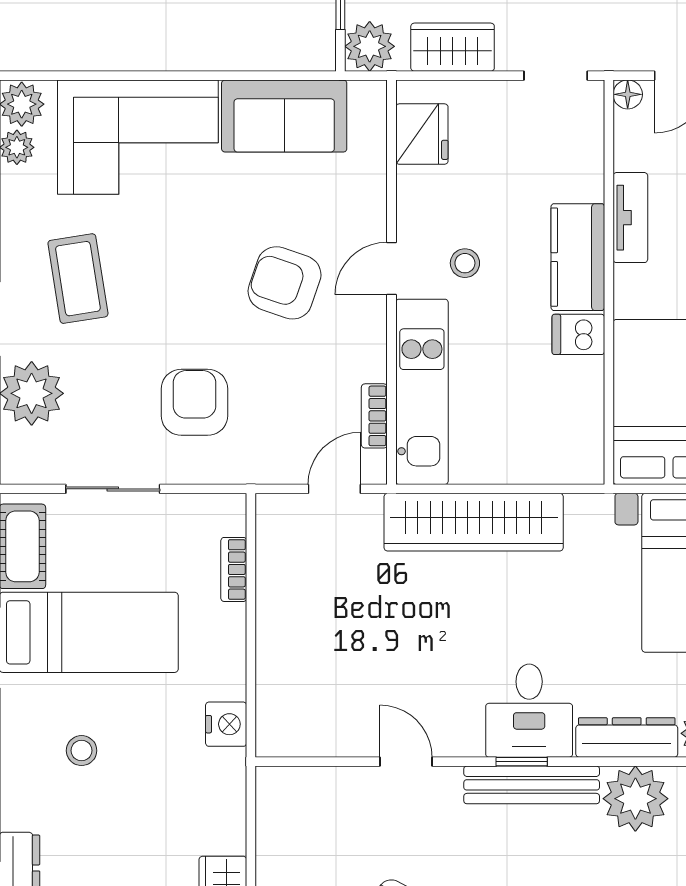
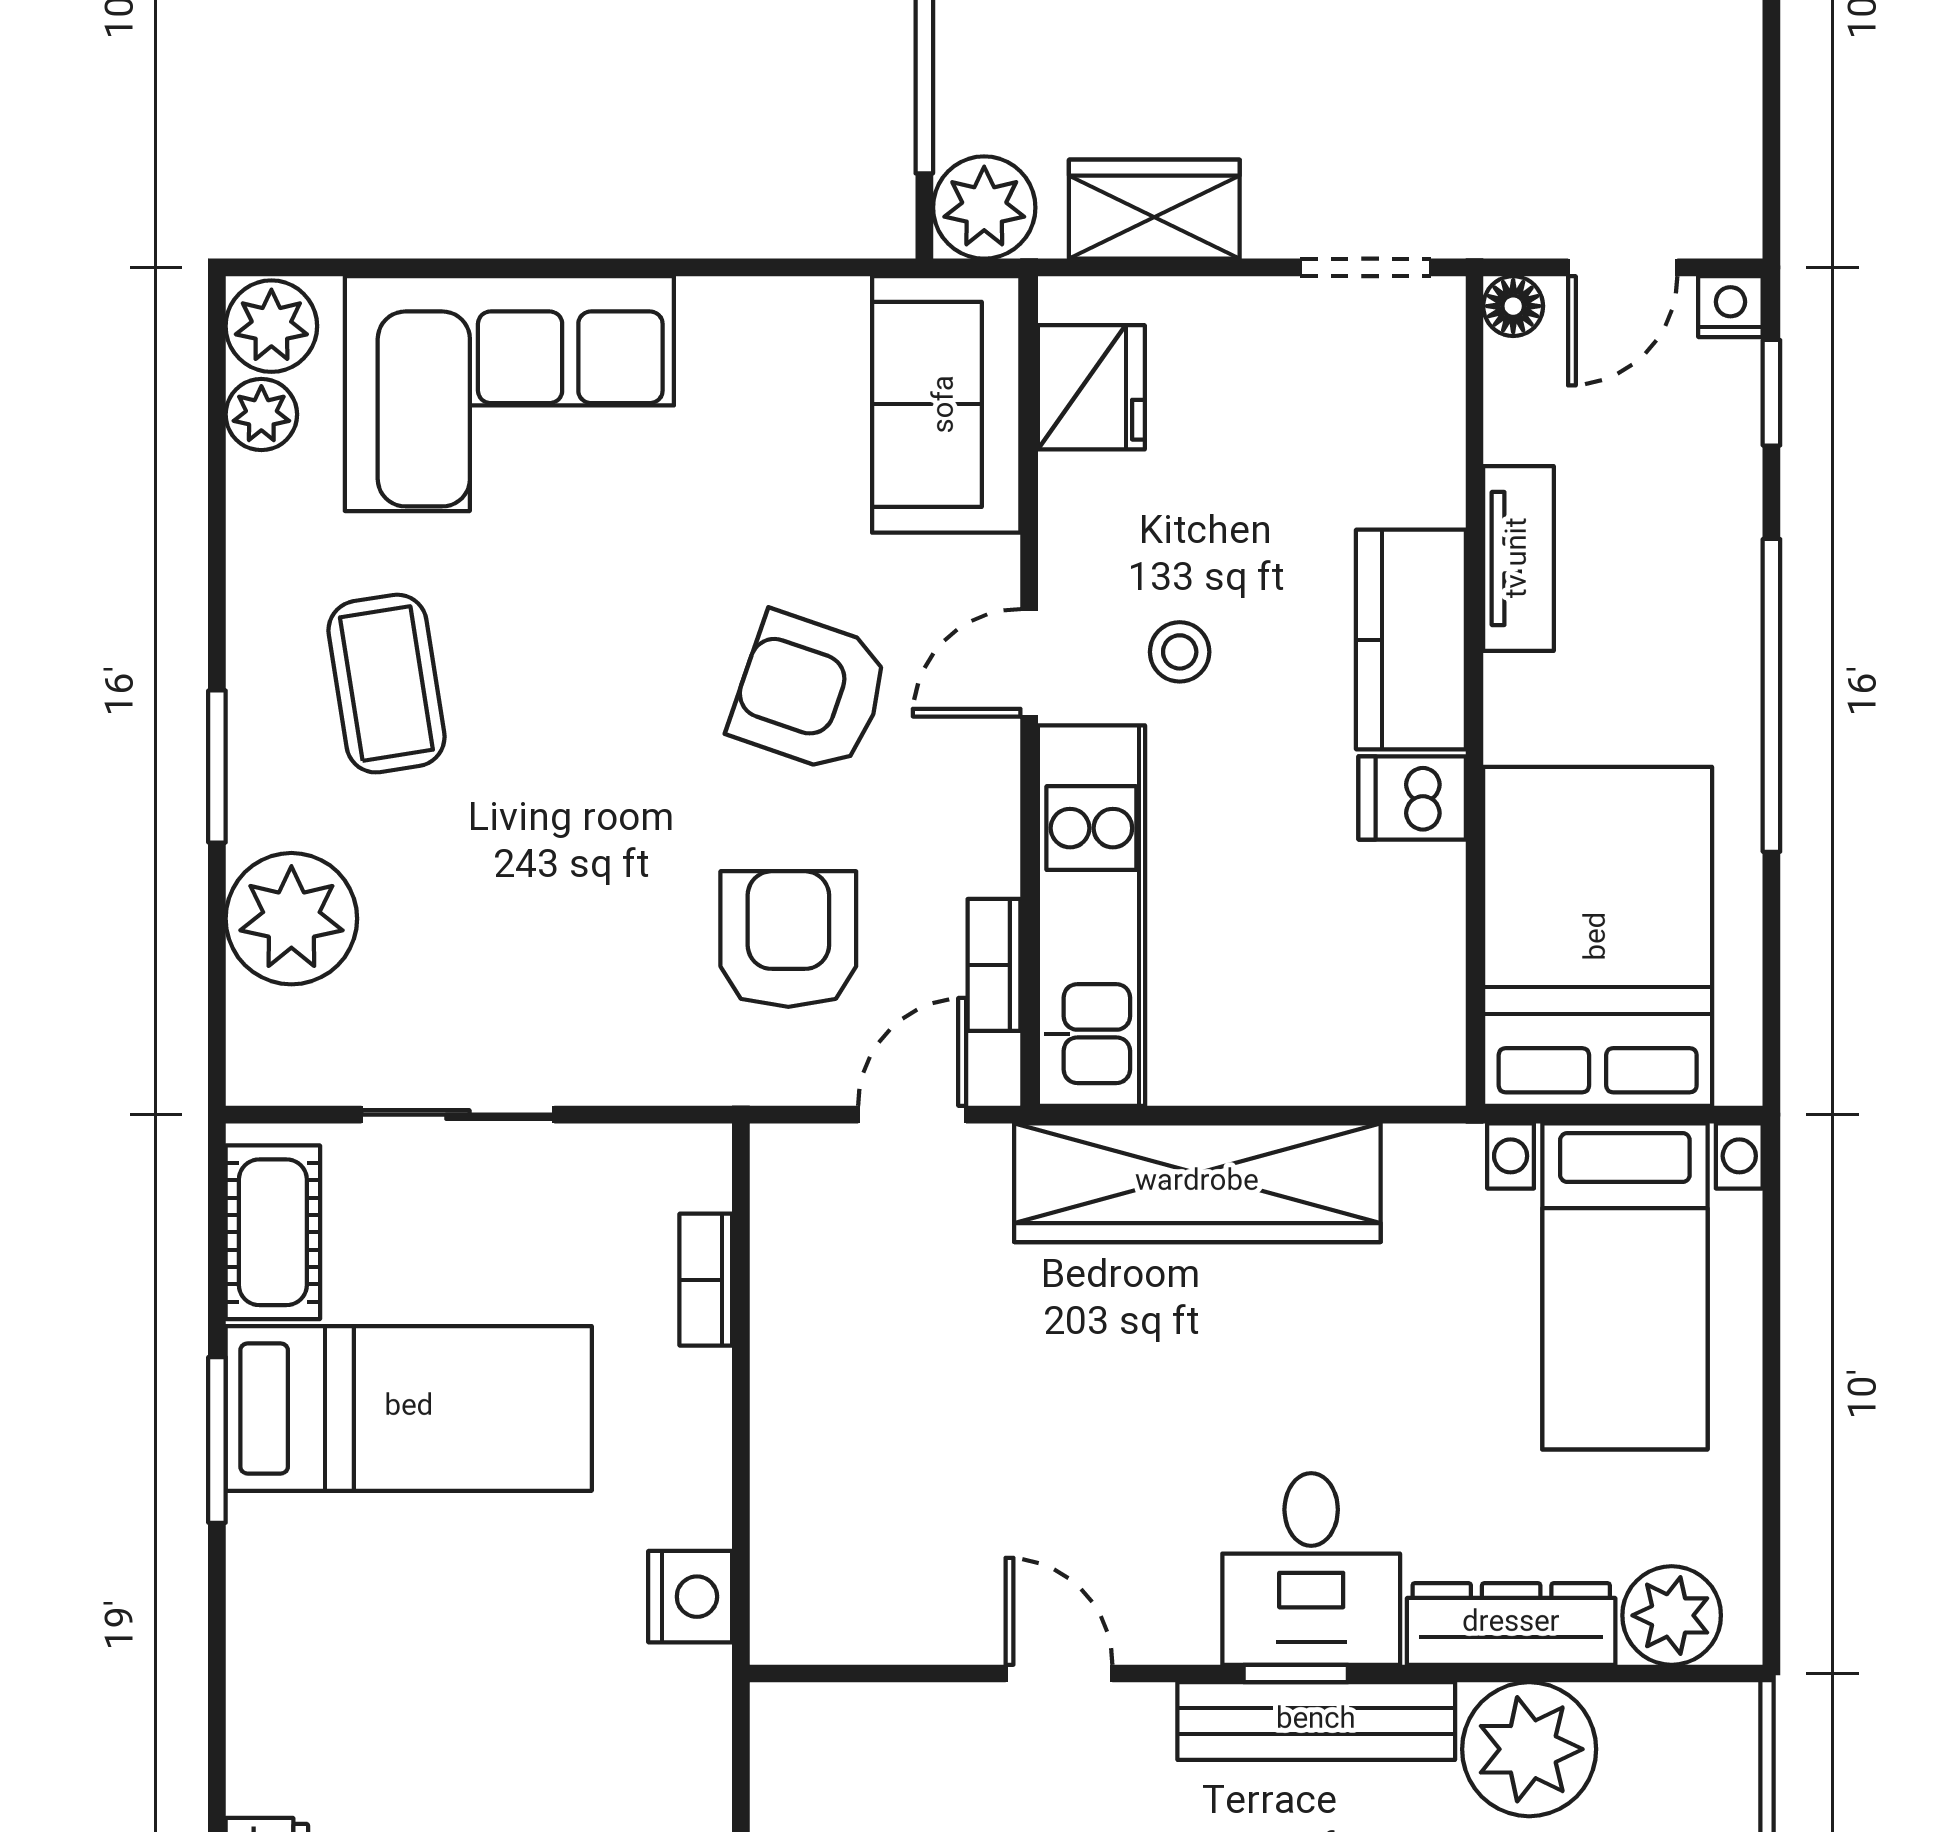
sofa: (284, 116) -> (946, 404), moved, turned 90
armchair: (194, 402) -> (788, 939), moved
stool: (82, 751) -> (394, 1651), removed

